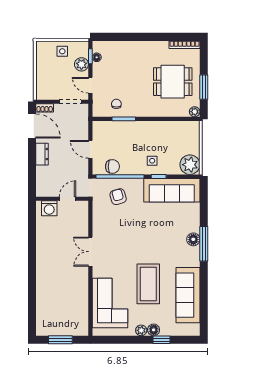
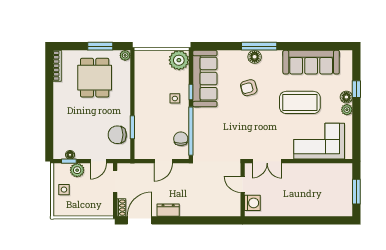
chair: (116, 104) -> (117, 135), width x1.87, depth x1.87
armchair: (118, 197) -> (249, 88), moved
wall: (62, 199) -> (243, 190), moved
door: (67, 199) -> (243, 184), moved
washing machine: (49, 208) -> (252, 203), moved

